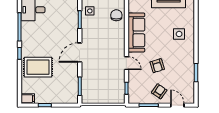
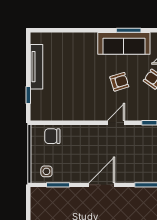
sofa: (136, 32) -> (124, 43), moved, turned 180
side table: (179, 34) -> (77, 53), removed
door: (80, 53) -> (102, 185), swing flipped

